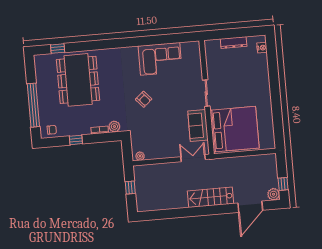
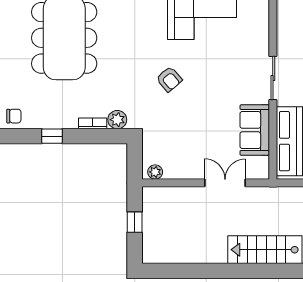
double door: (193, 158) -> (225, 183), moved

